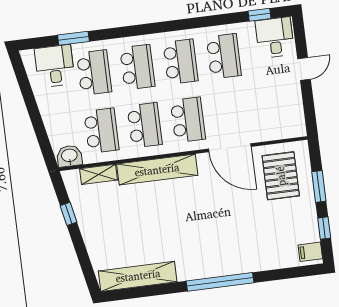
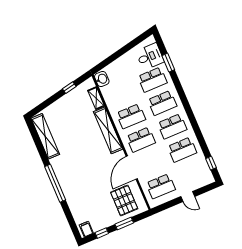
desk: (275, 37) -> (201, 175), removed
school desk: (101, 131) -> (161, 186), moved
pallet: (281, 176) -> (124, 200), turned 90

